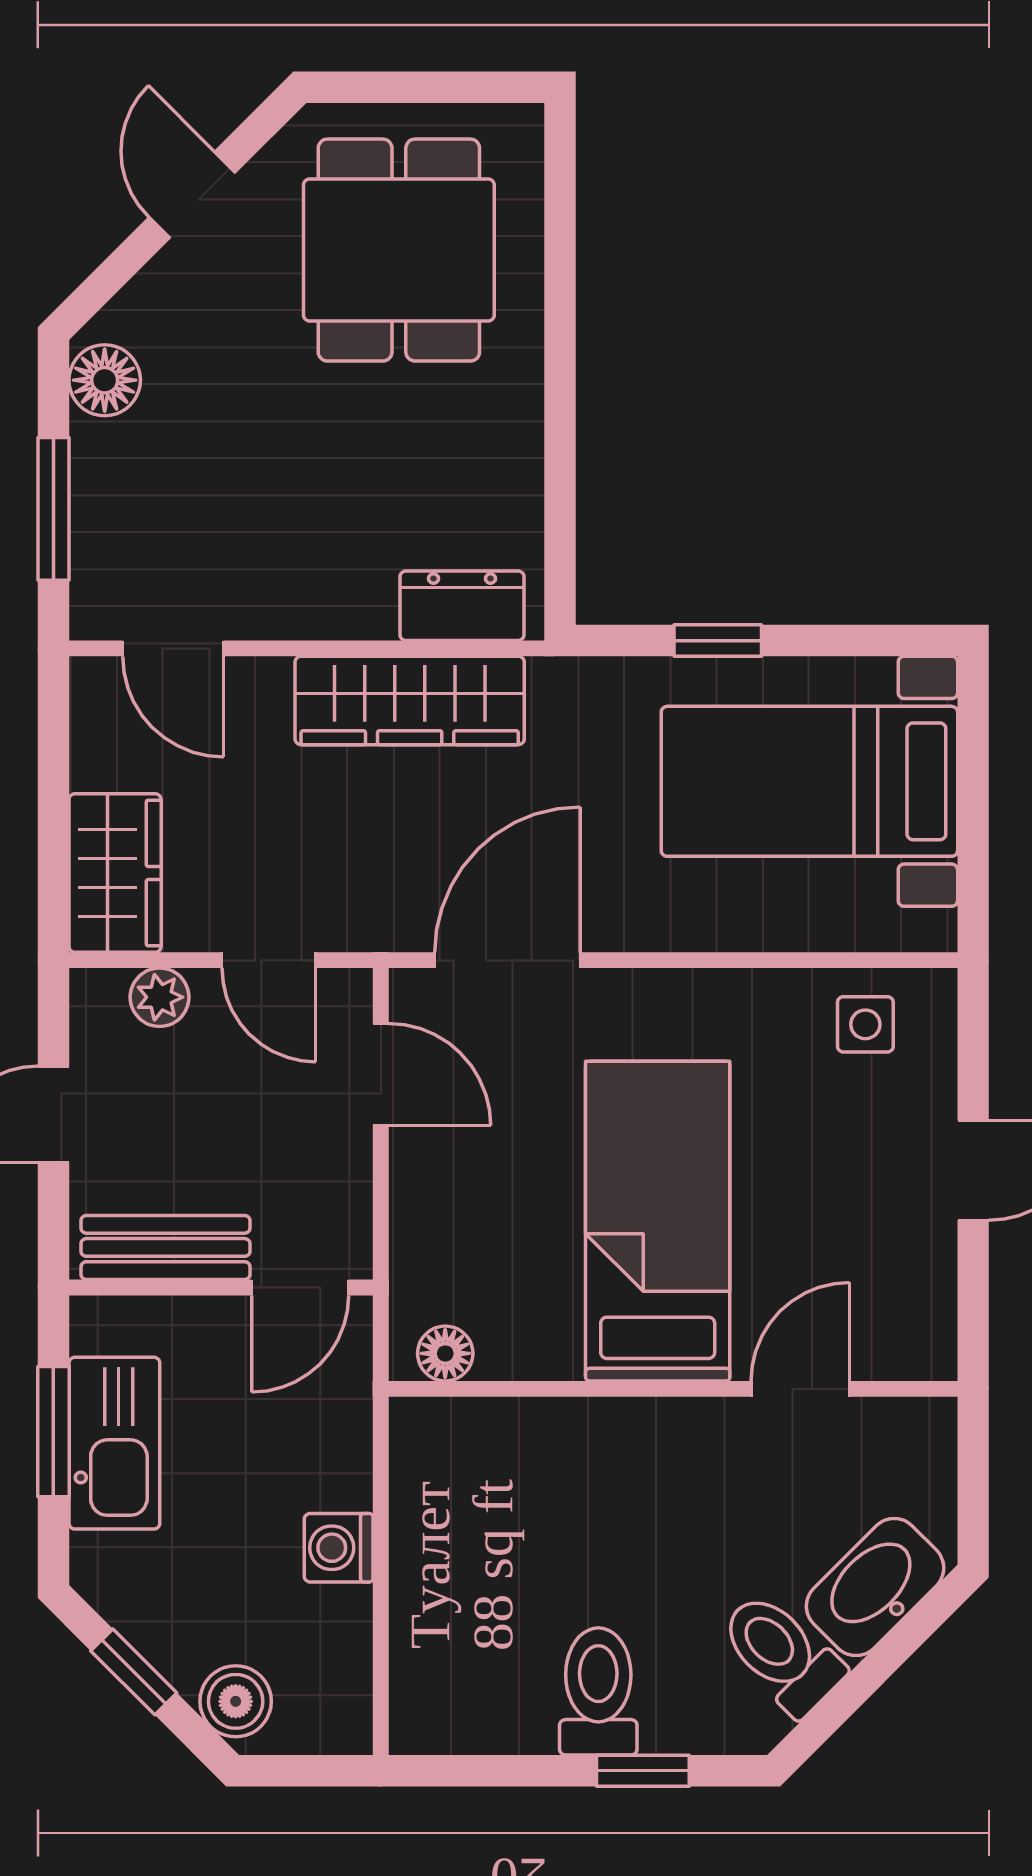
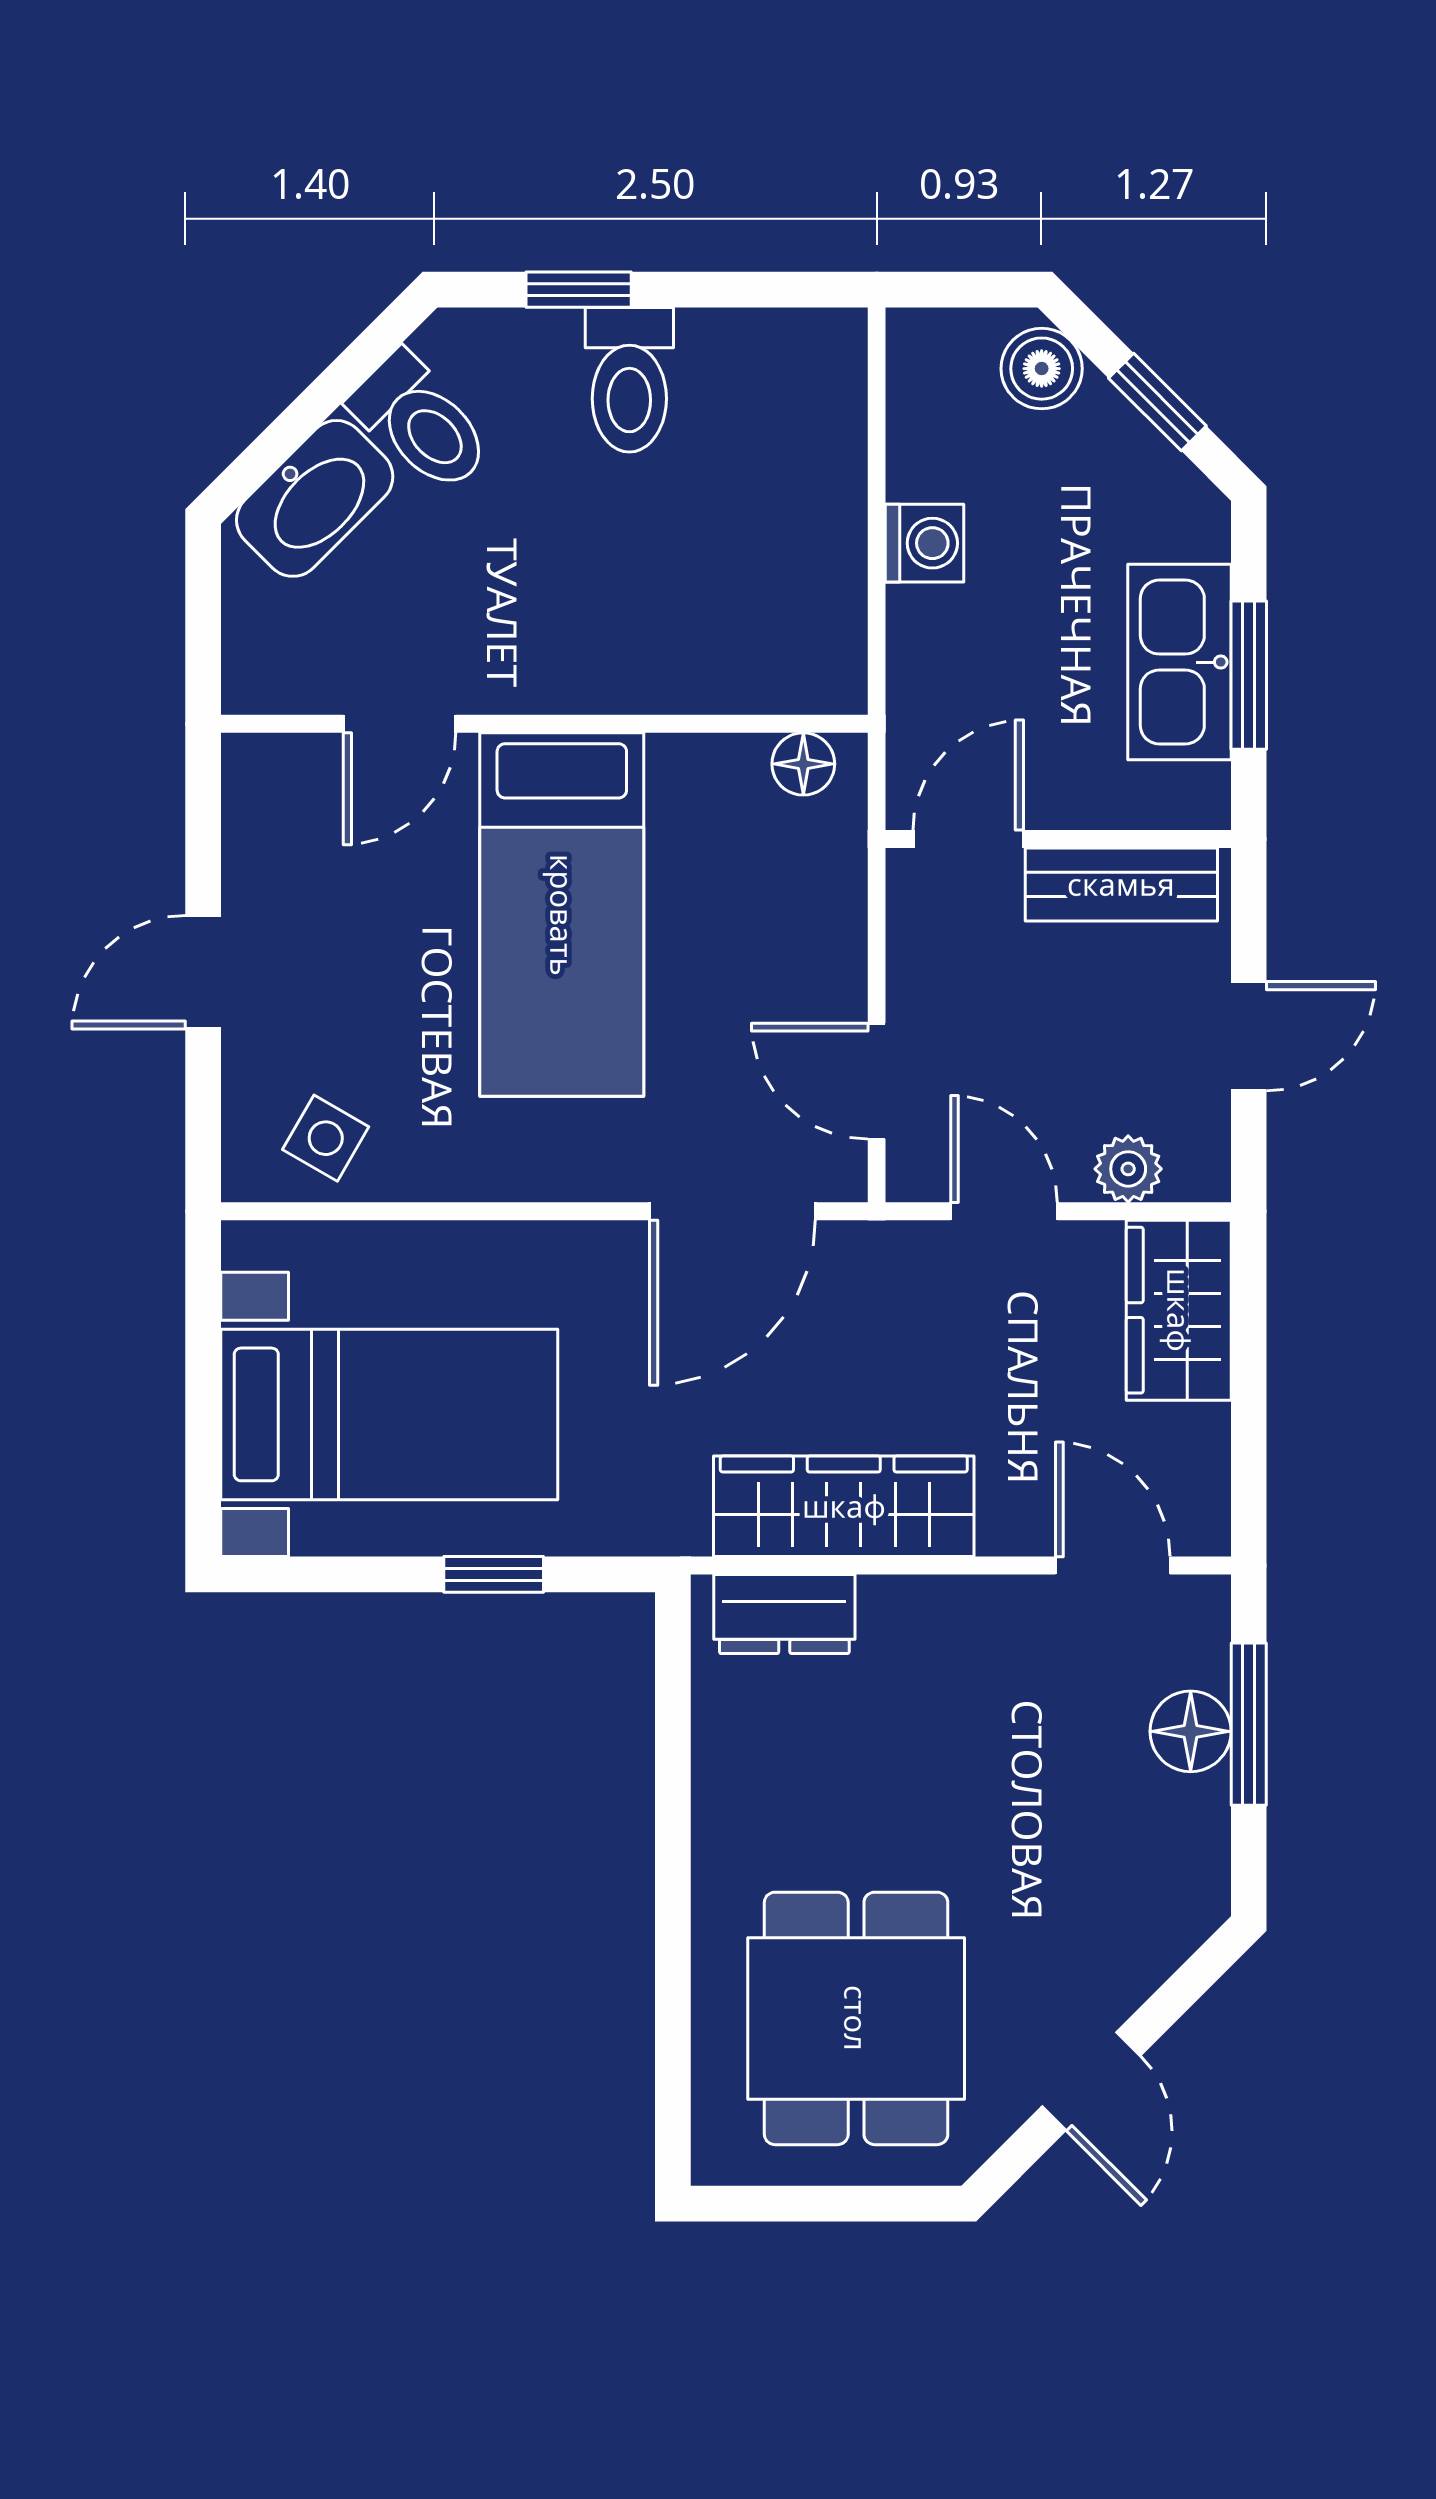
floor lamp: (105, 380) -> (1191, 1731), moved
side table: (865, 1024) -> (326, 1138), turned 30

